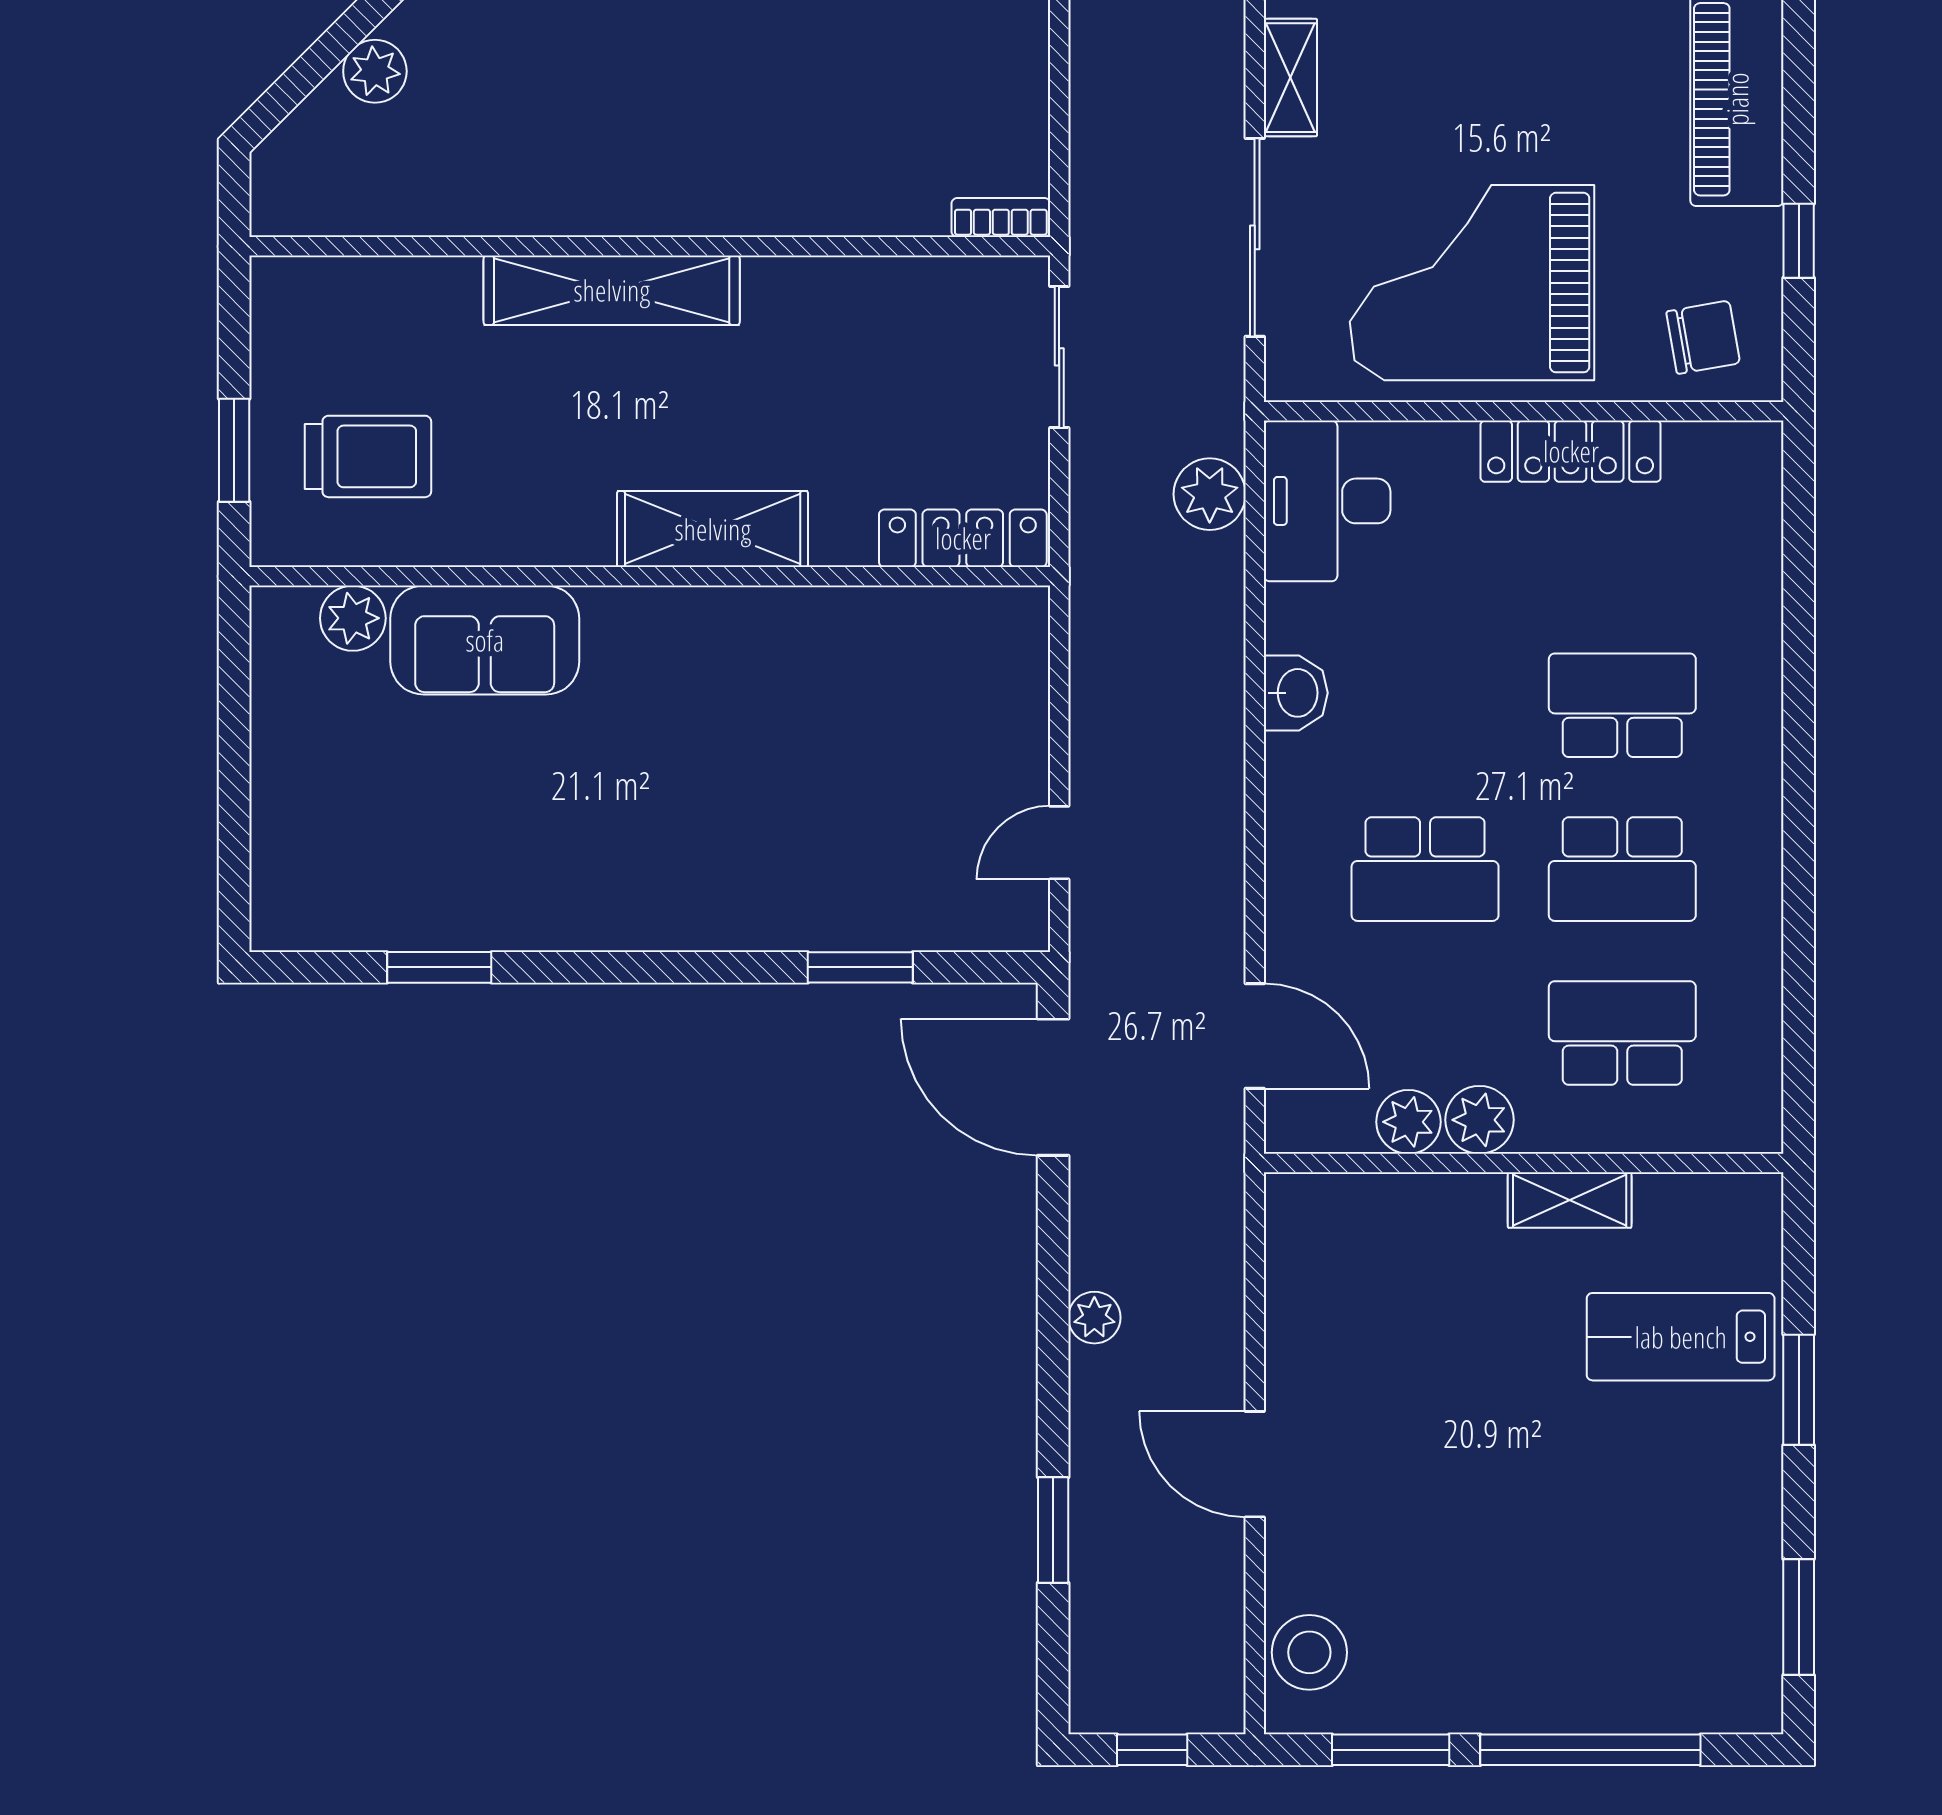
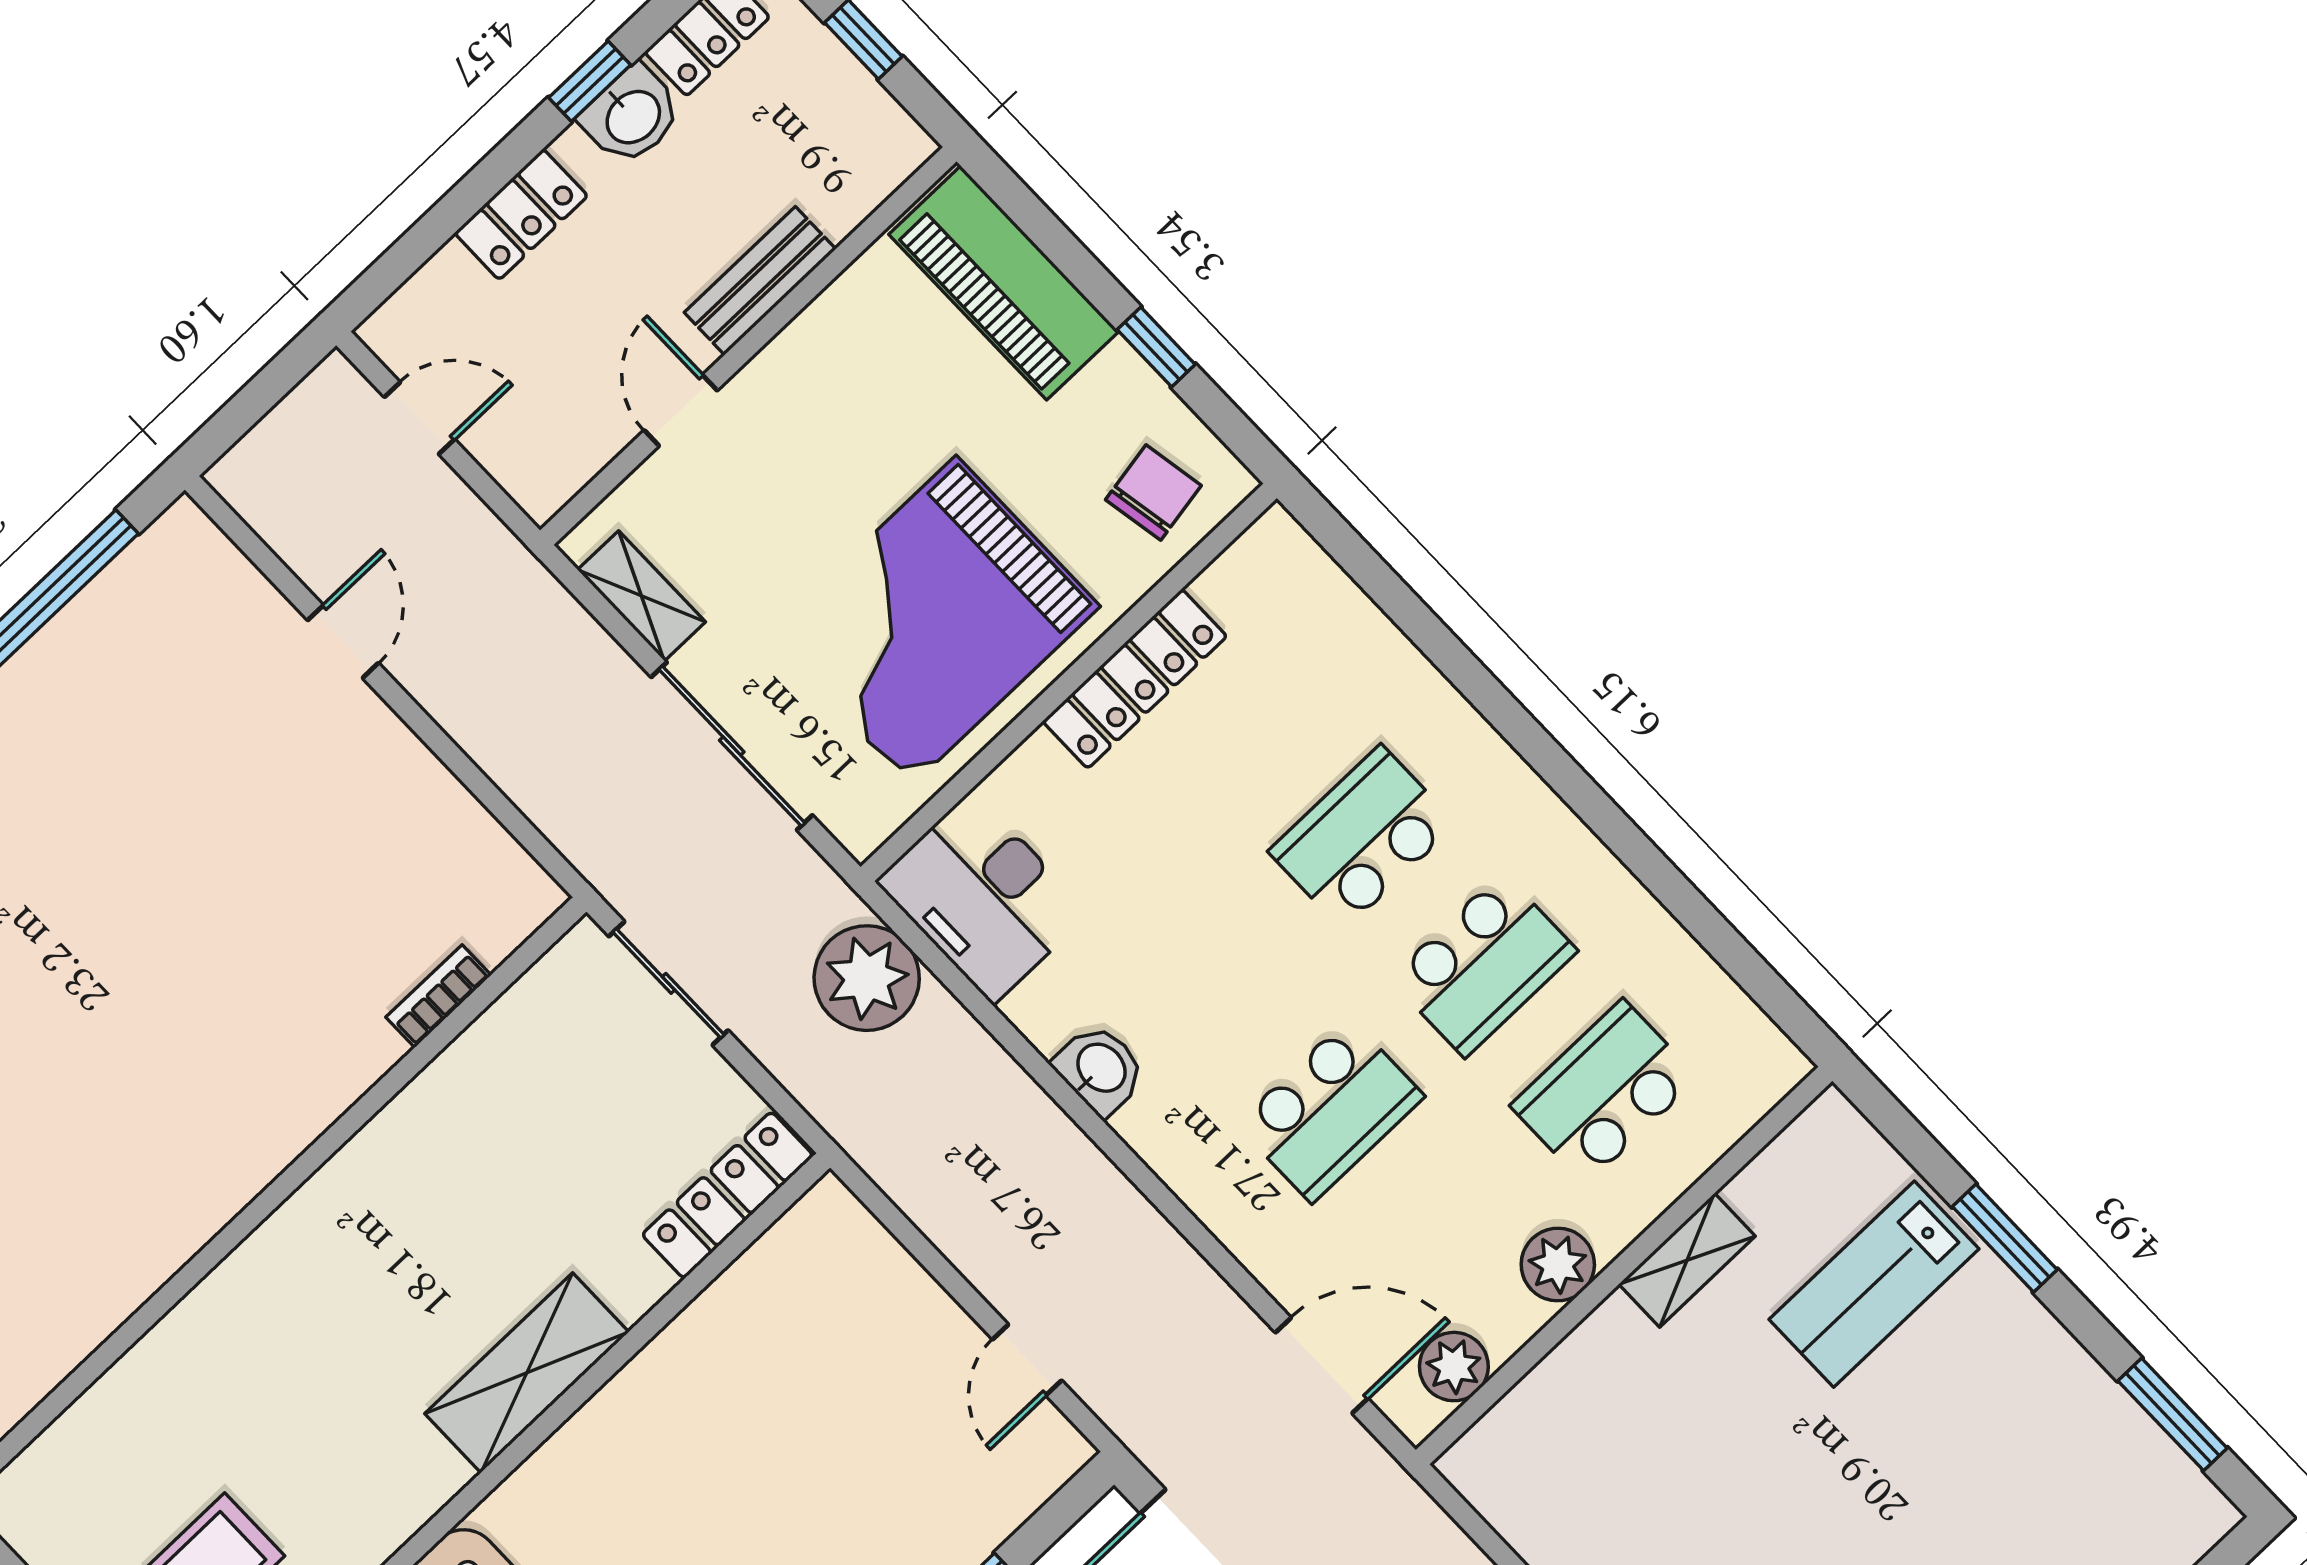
bookcase: (1001, 217) -> (438, 996), moved
shelving: (612, 290) -> (272, 1262), removed
plant: (1210, 494) -> (867, 978), width x1.36, depth x1.36
plant: (1408, 1122) -> (1454, 1367), moved

